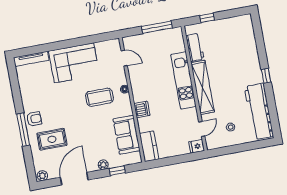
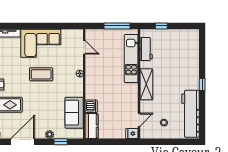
kitchen unit: (183, 80) -> (131, 59), moved
shelving: (203, 87) -> (146, 84), width x0.68
coffee table: (99, 97) -> (41, 74), moved
dishwasher: (142, 110) -> (91, 106), moved

